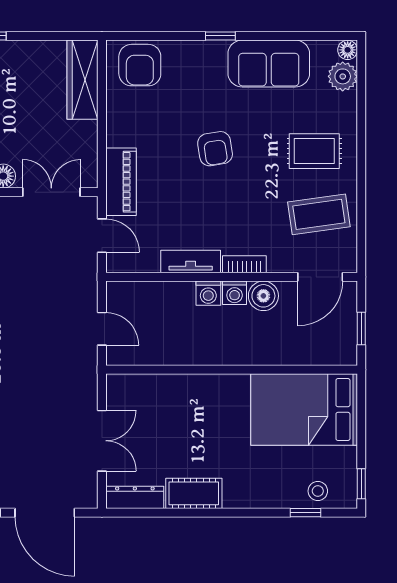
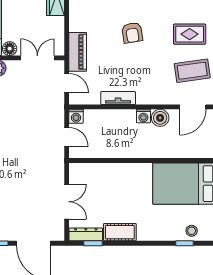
bookcase: (244, 264) -> (149, 100), removed
washing machine: (208, 293) -> (76, 116), moved
window: (147, 513) -> (93, 243), added

